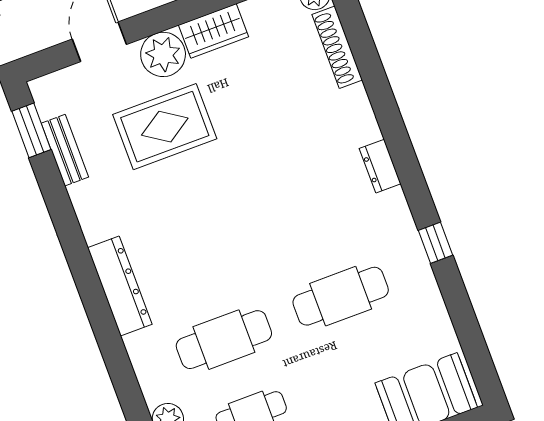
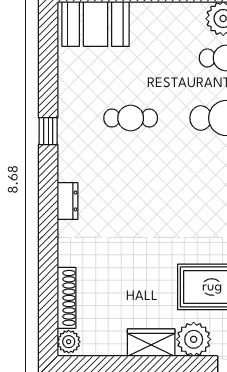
cafe table: (341, 296) -> (131, 118), width x0.73, depth x0.74

